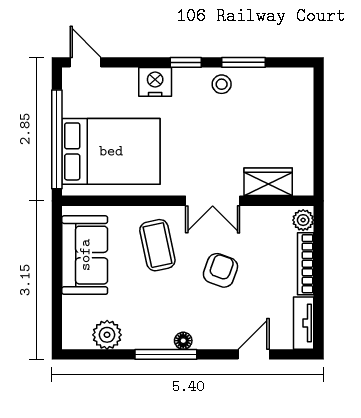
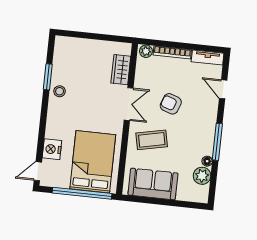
window: (186, 62) -> (44, 111), removed
nightstand: (155, 82) -> (52, 149), moved
floor lamp: (183, 341) -> (207, 161), moved

